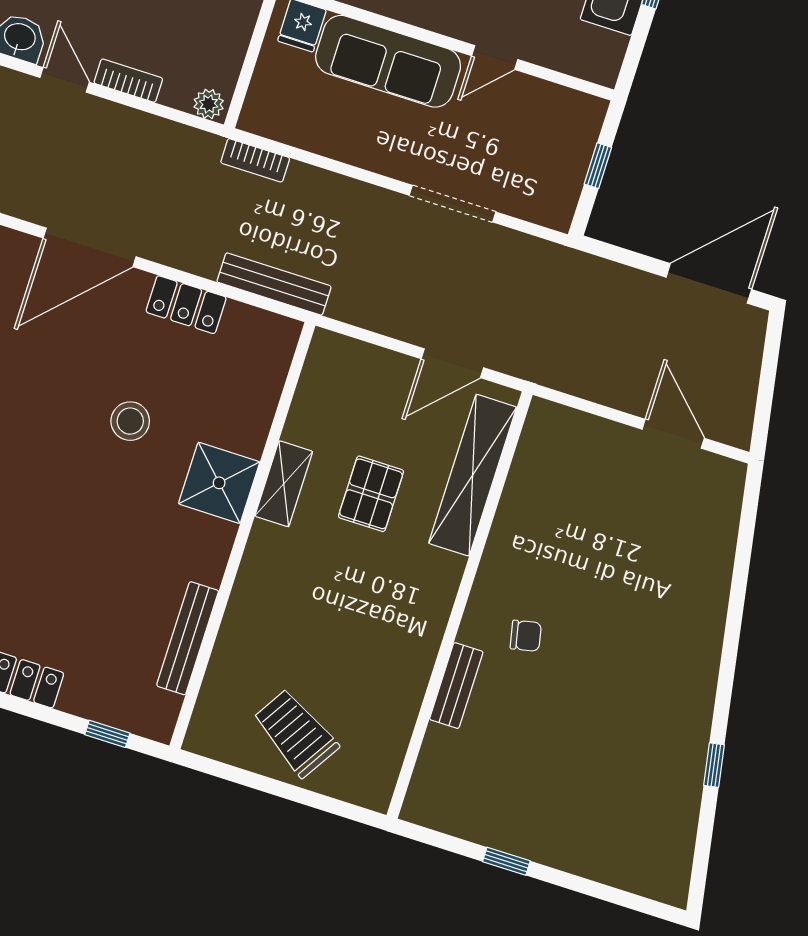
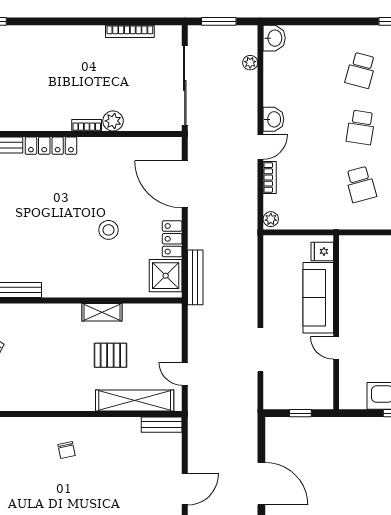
bookcase: (255, 160) -> (251, 250), removed
door: (452, 363) -> (185, 374), width x0.73
shower: (219, 483) -> (166, 276), moved
bench: (456, 686) -> (162, 425), moved

